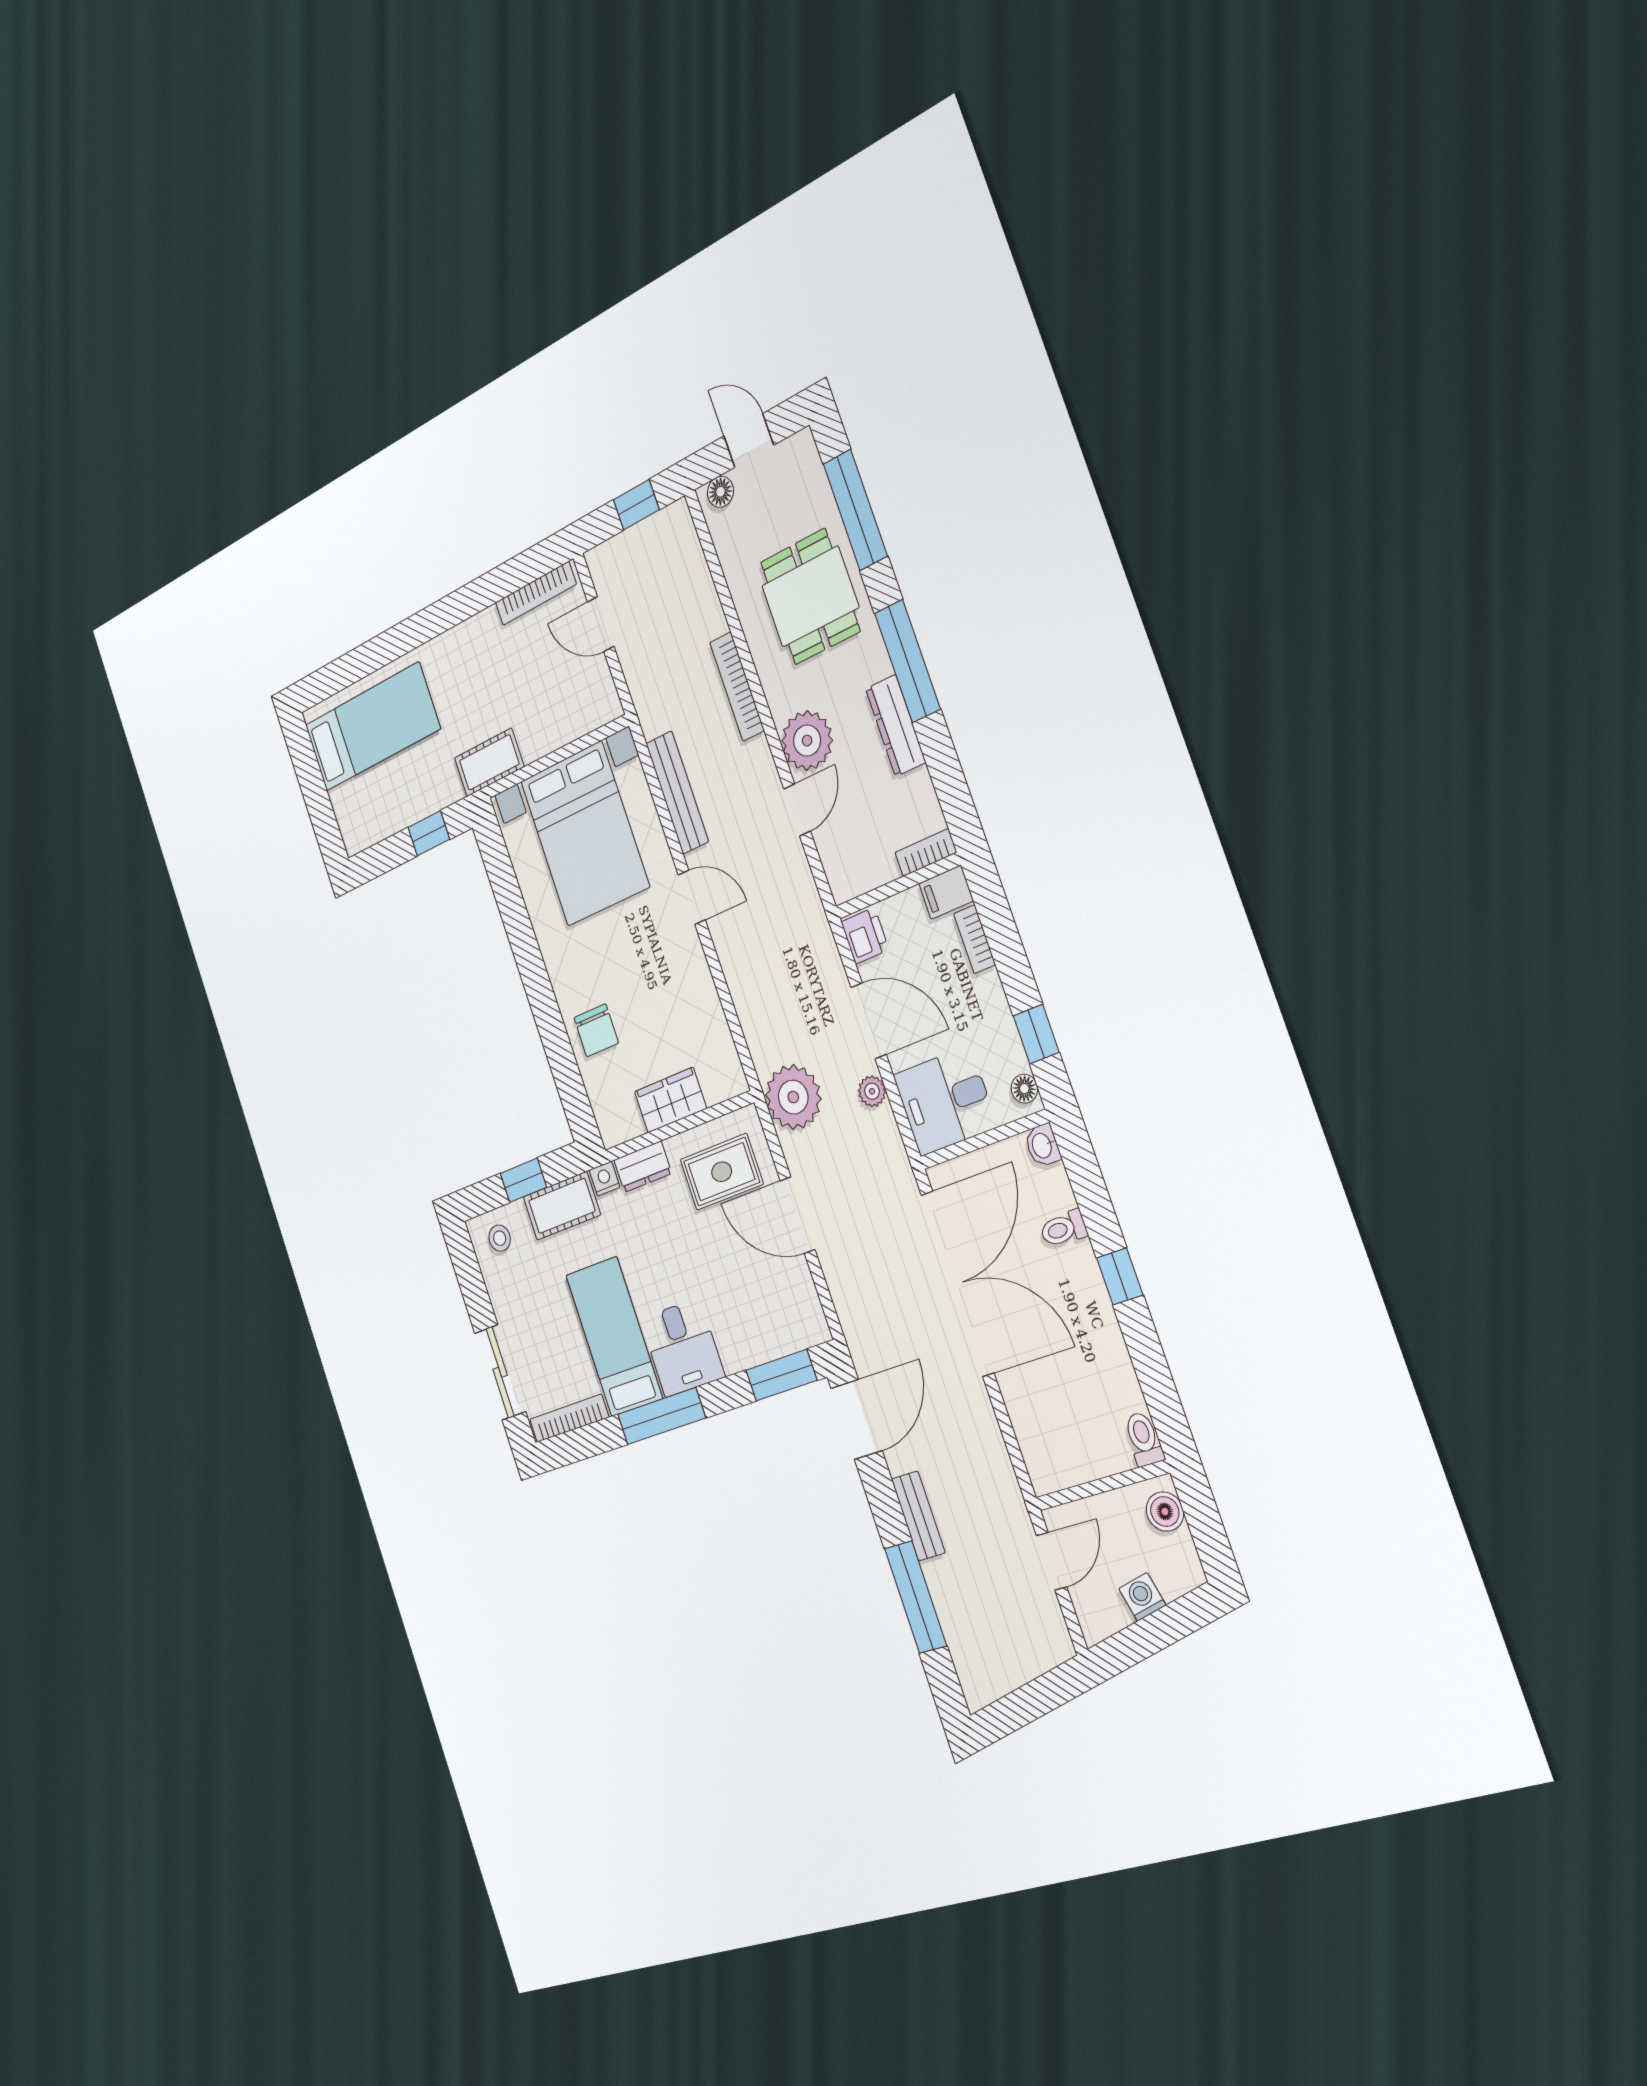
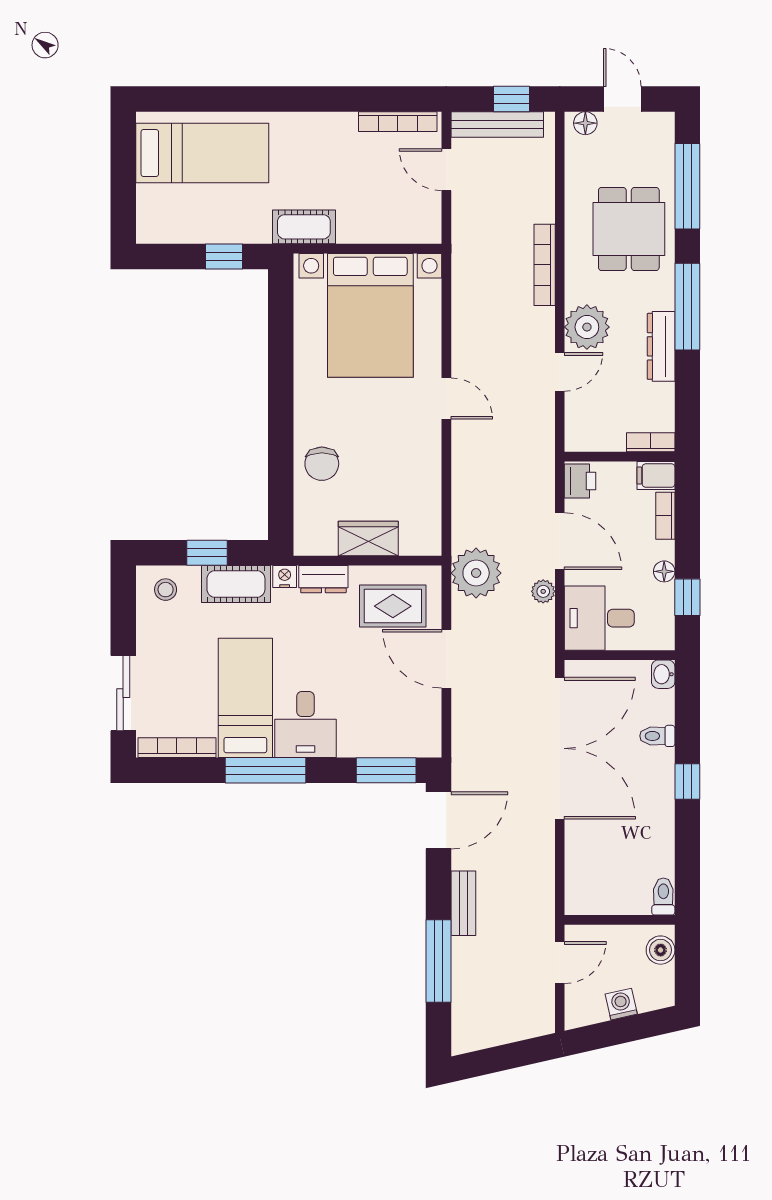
bench: (677, 792) -> (497, 124), moved, turned 90
floor lamp: (1024, 1089) -> (664, 571), moved

